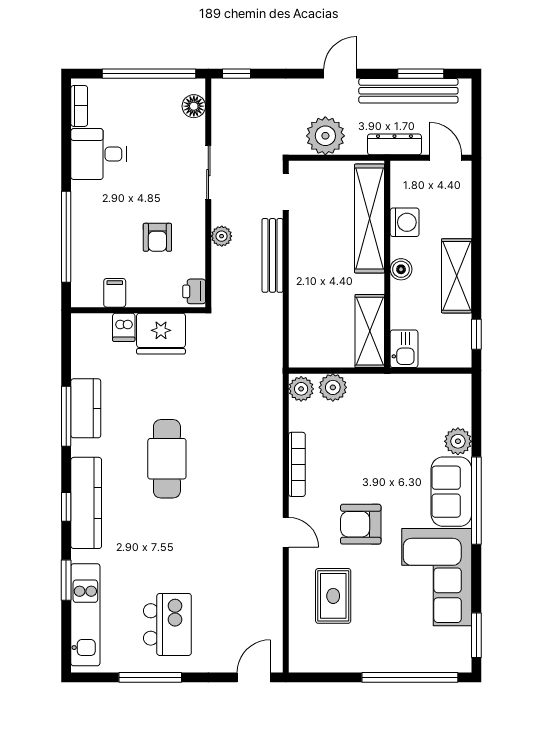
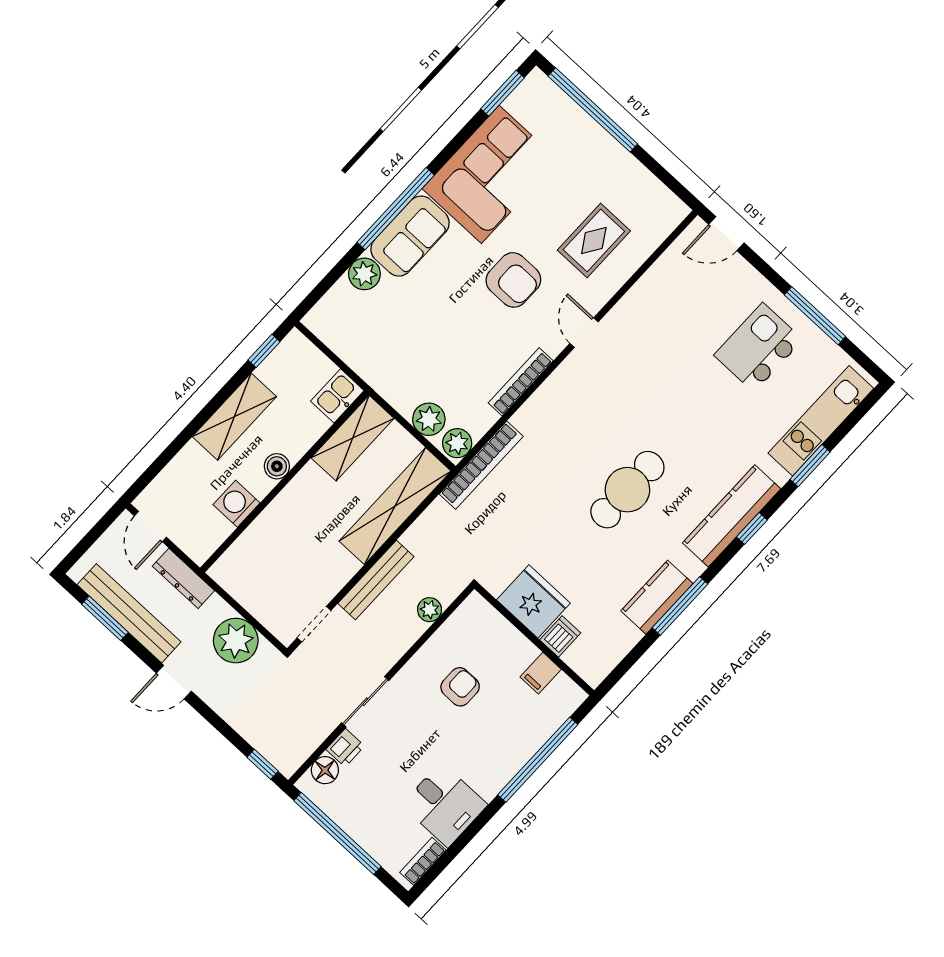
shelving: (370, 218) -> (395, 506), moved
plant: (222, 236) -> (430, 610), moved
printer: (194, 291) -> (345, 748), moved
bookcase: (273, 389) -> (481, 465), added

